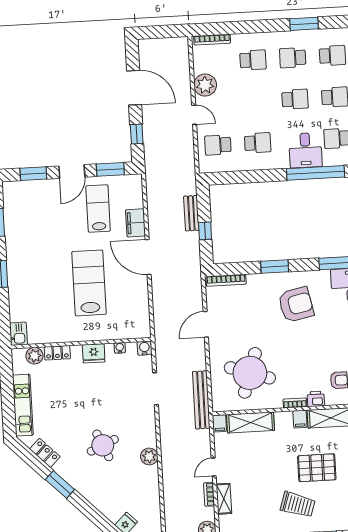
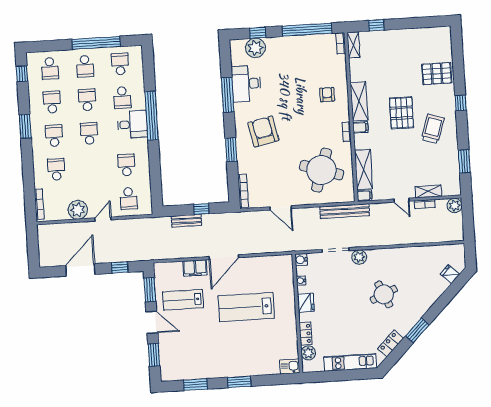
school desk: (293, 58) -> (54, 136), turned 180
printer: (316, 399) -> (343, 114), removed
plant: (149, 456) -> (359, 257), moved

